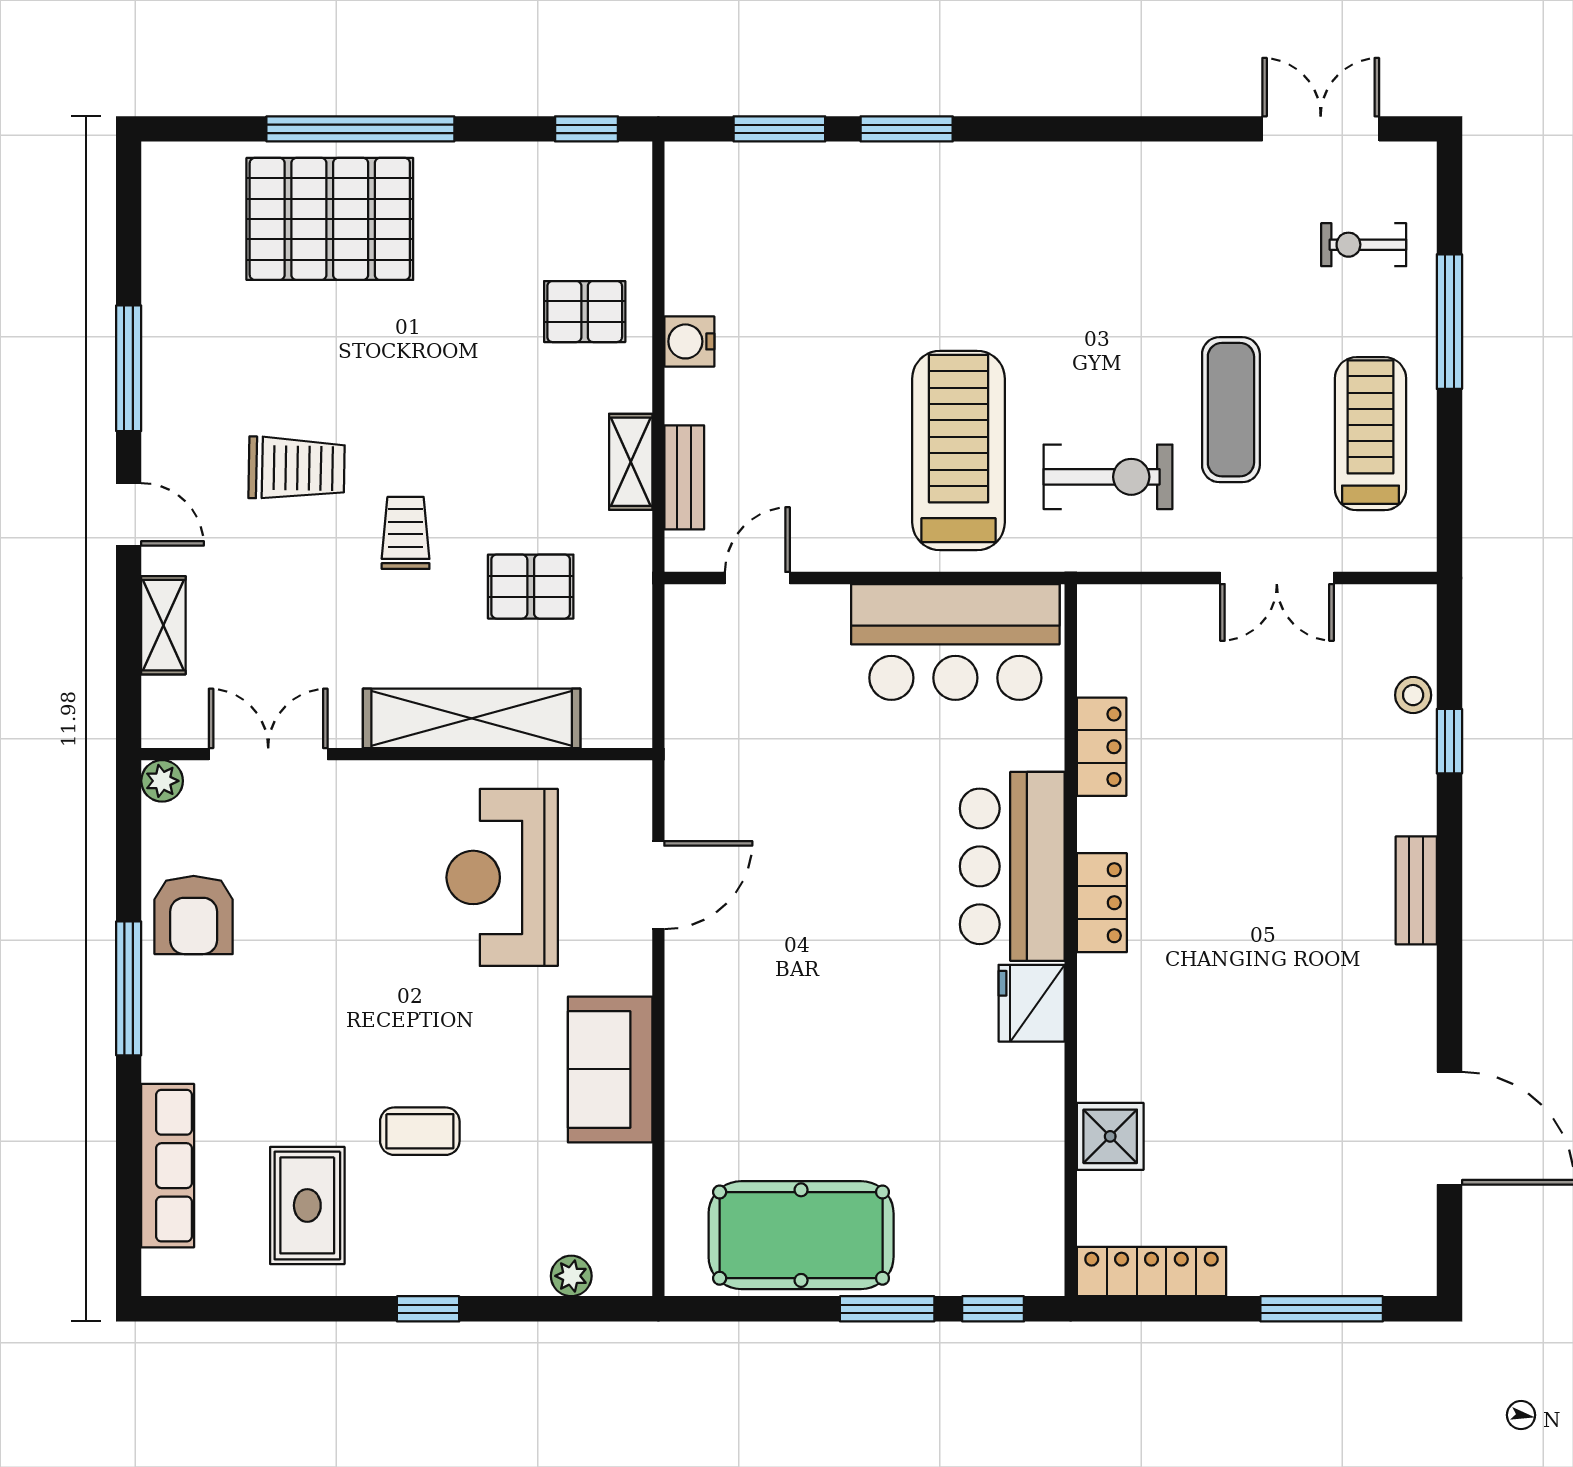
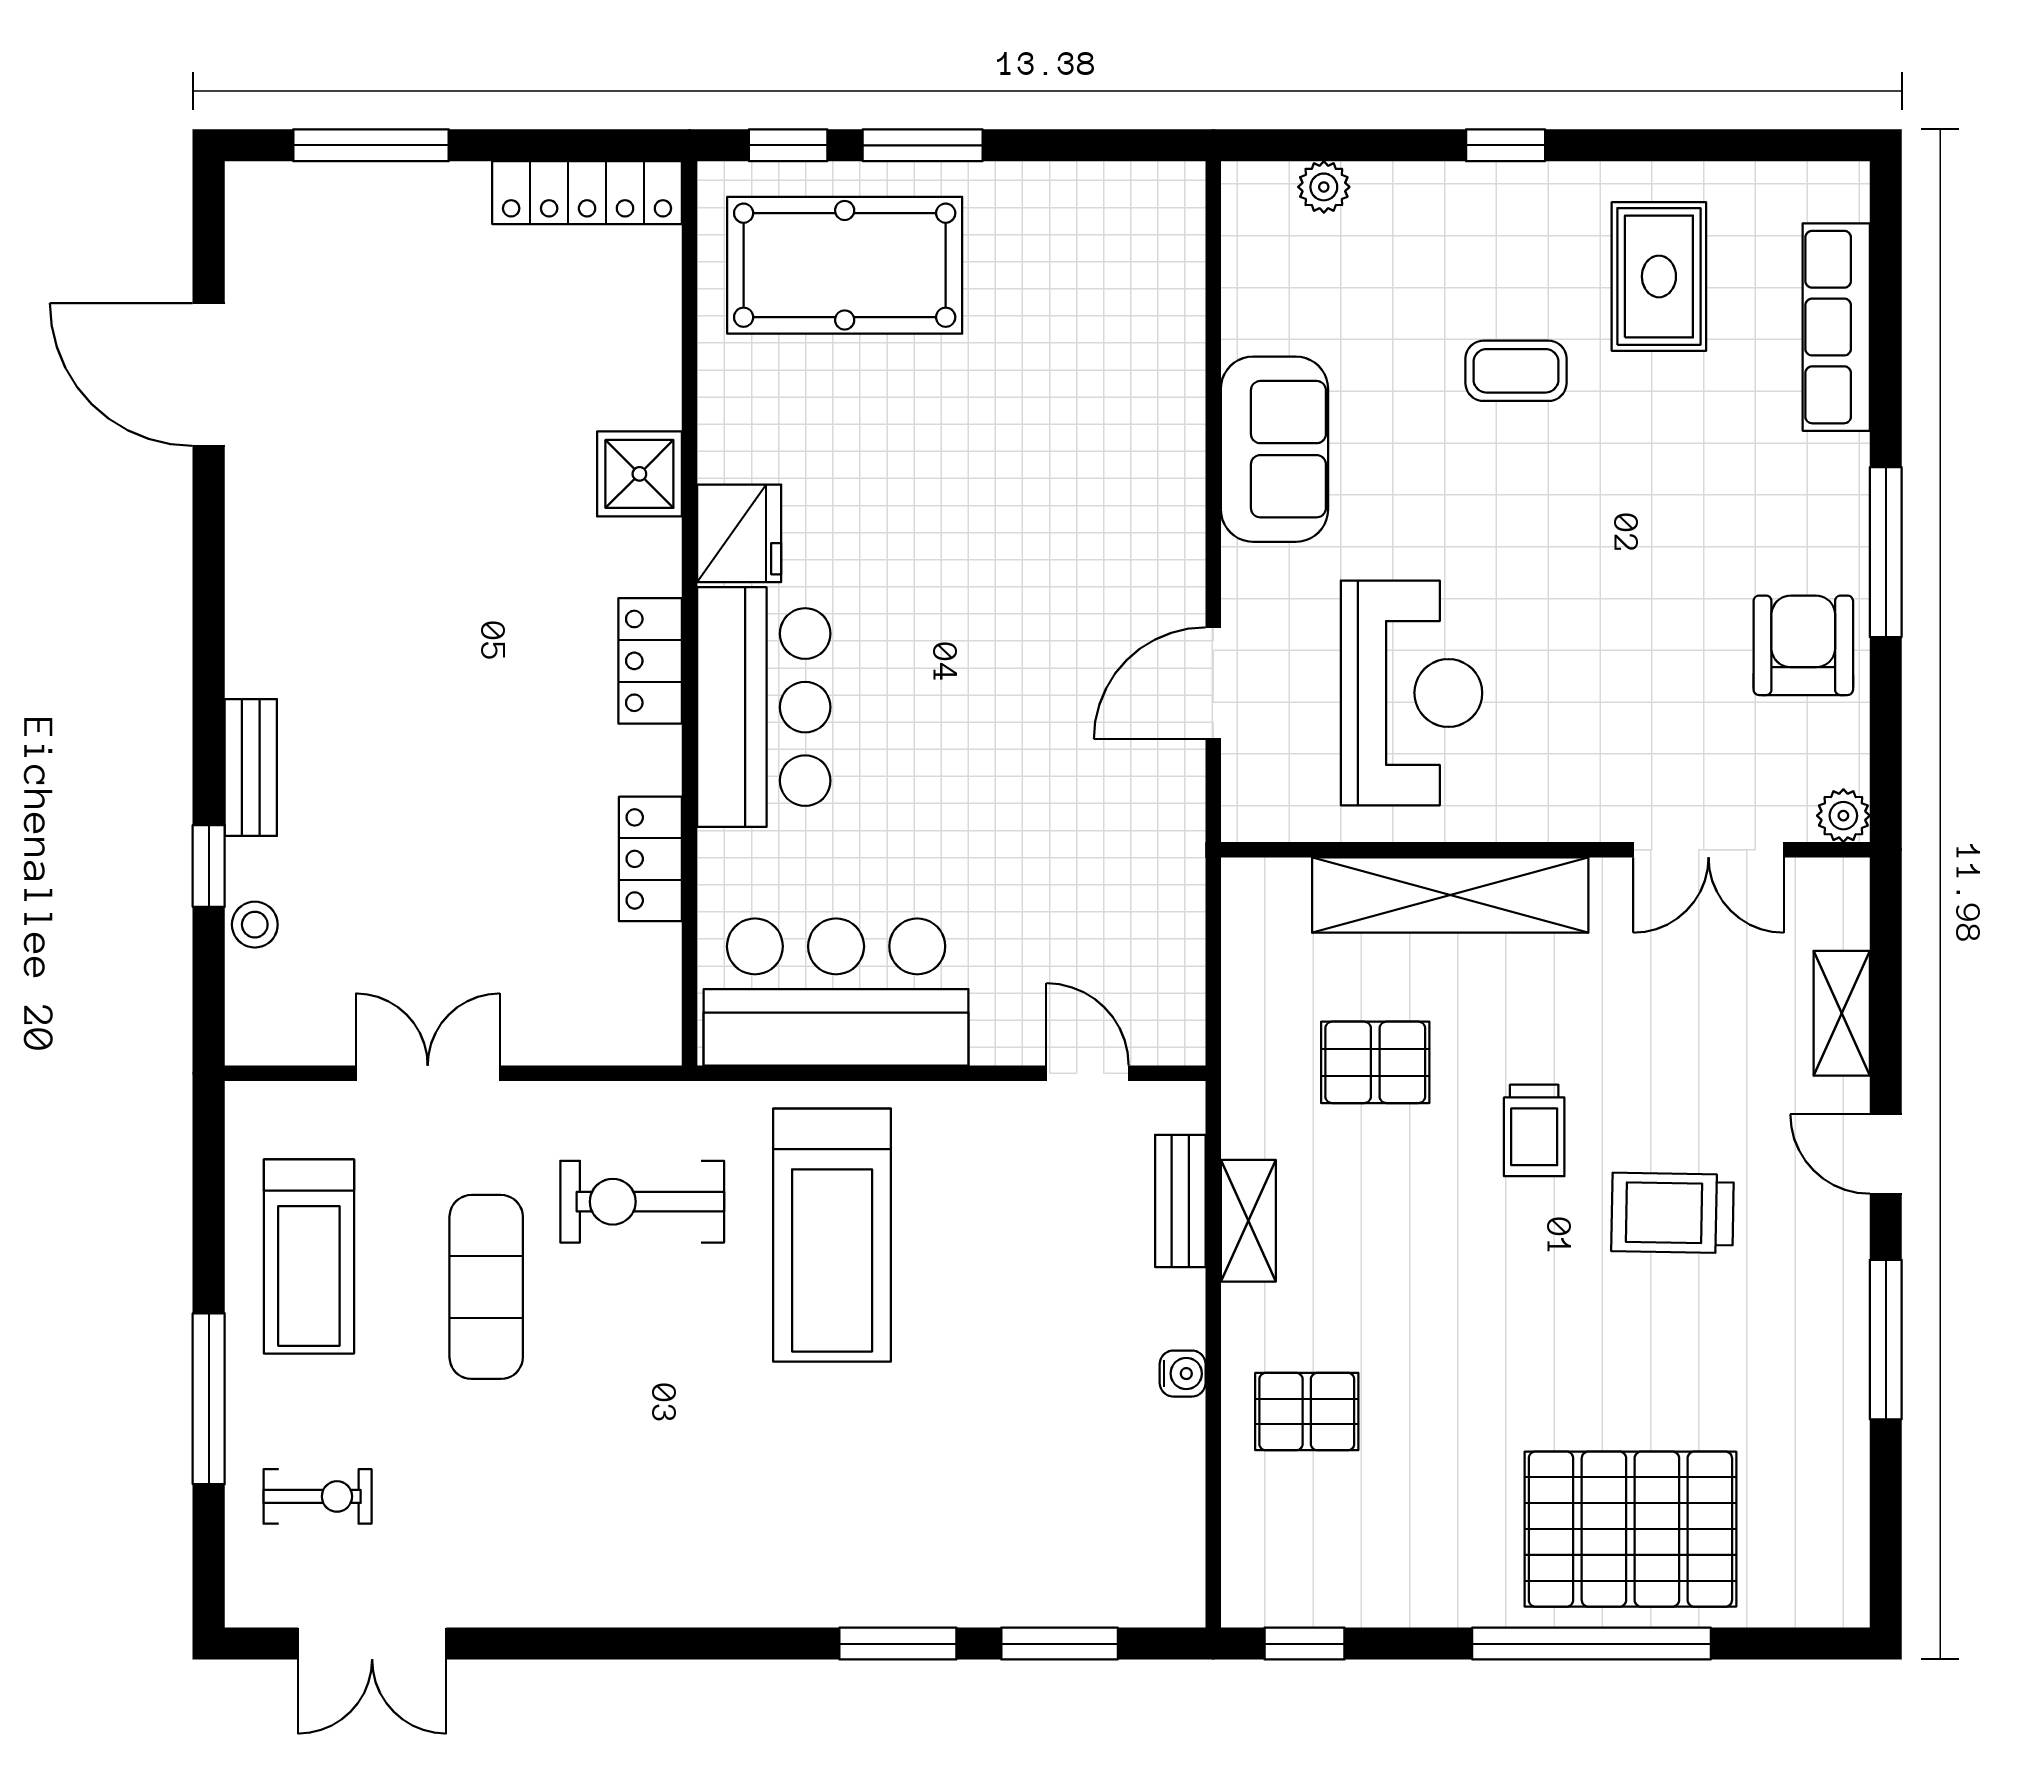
water cooler: (689, 341) -> (1183, 1374), width x0.72, depth x0.72
door: (757, 578) -> (1087, 1073), swing flipped
bench: (1416, 890) -> (251, 767), moved
shower: (1110, 1136) -> (639, 474), moved
pool table: (801, 1235) -> (845, 265), moved

